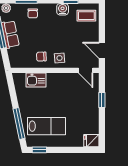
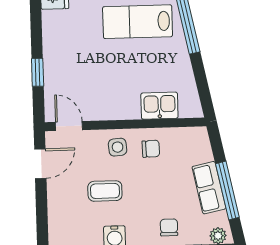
coffee table: (86, 16) -> (105, 191), moved
door: (102, 50) -> (40, 164), hinge flipped

